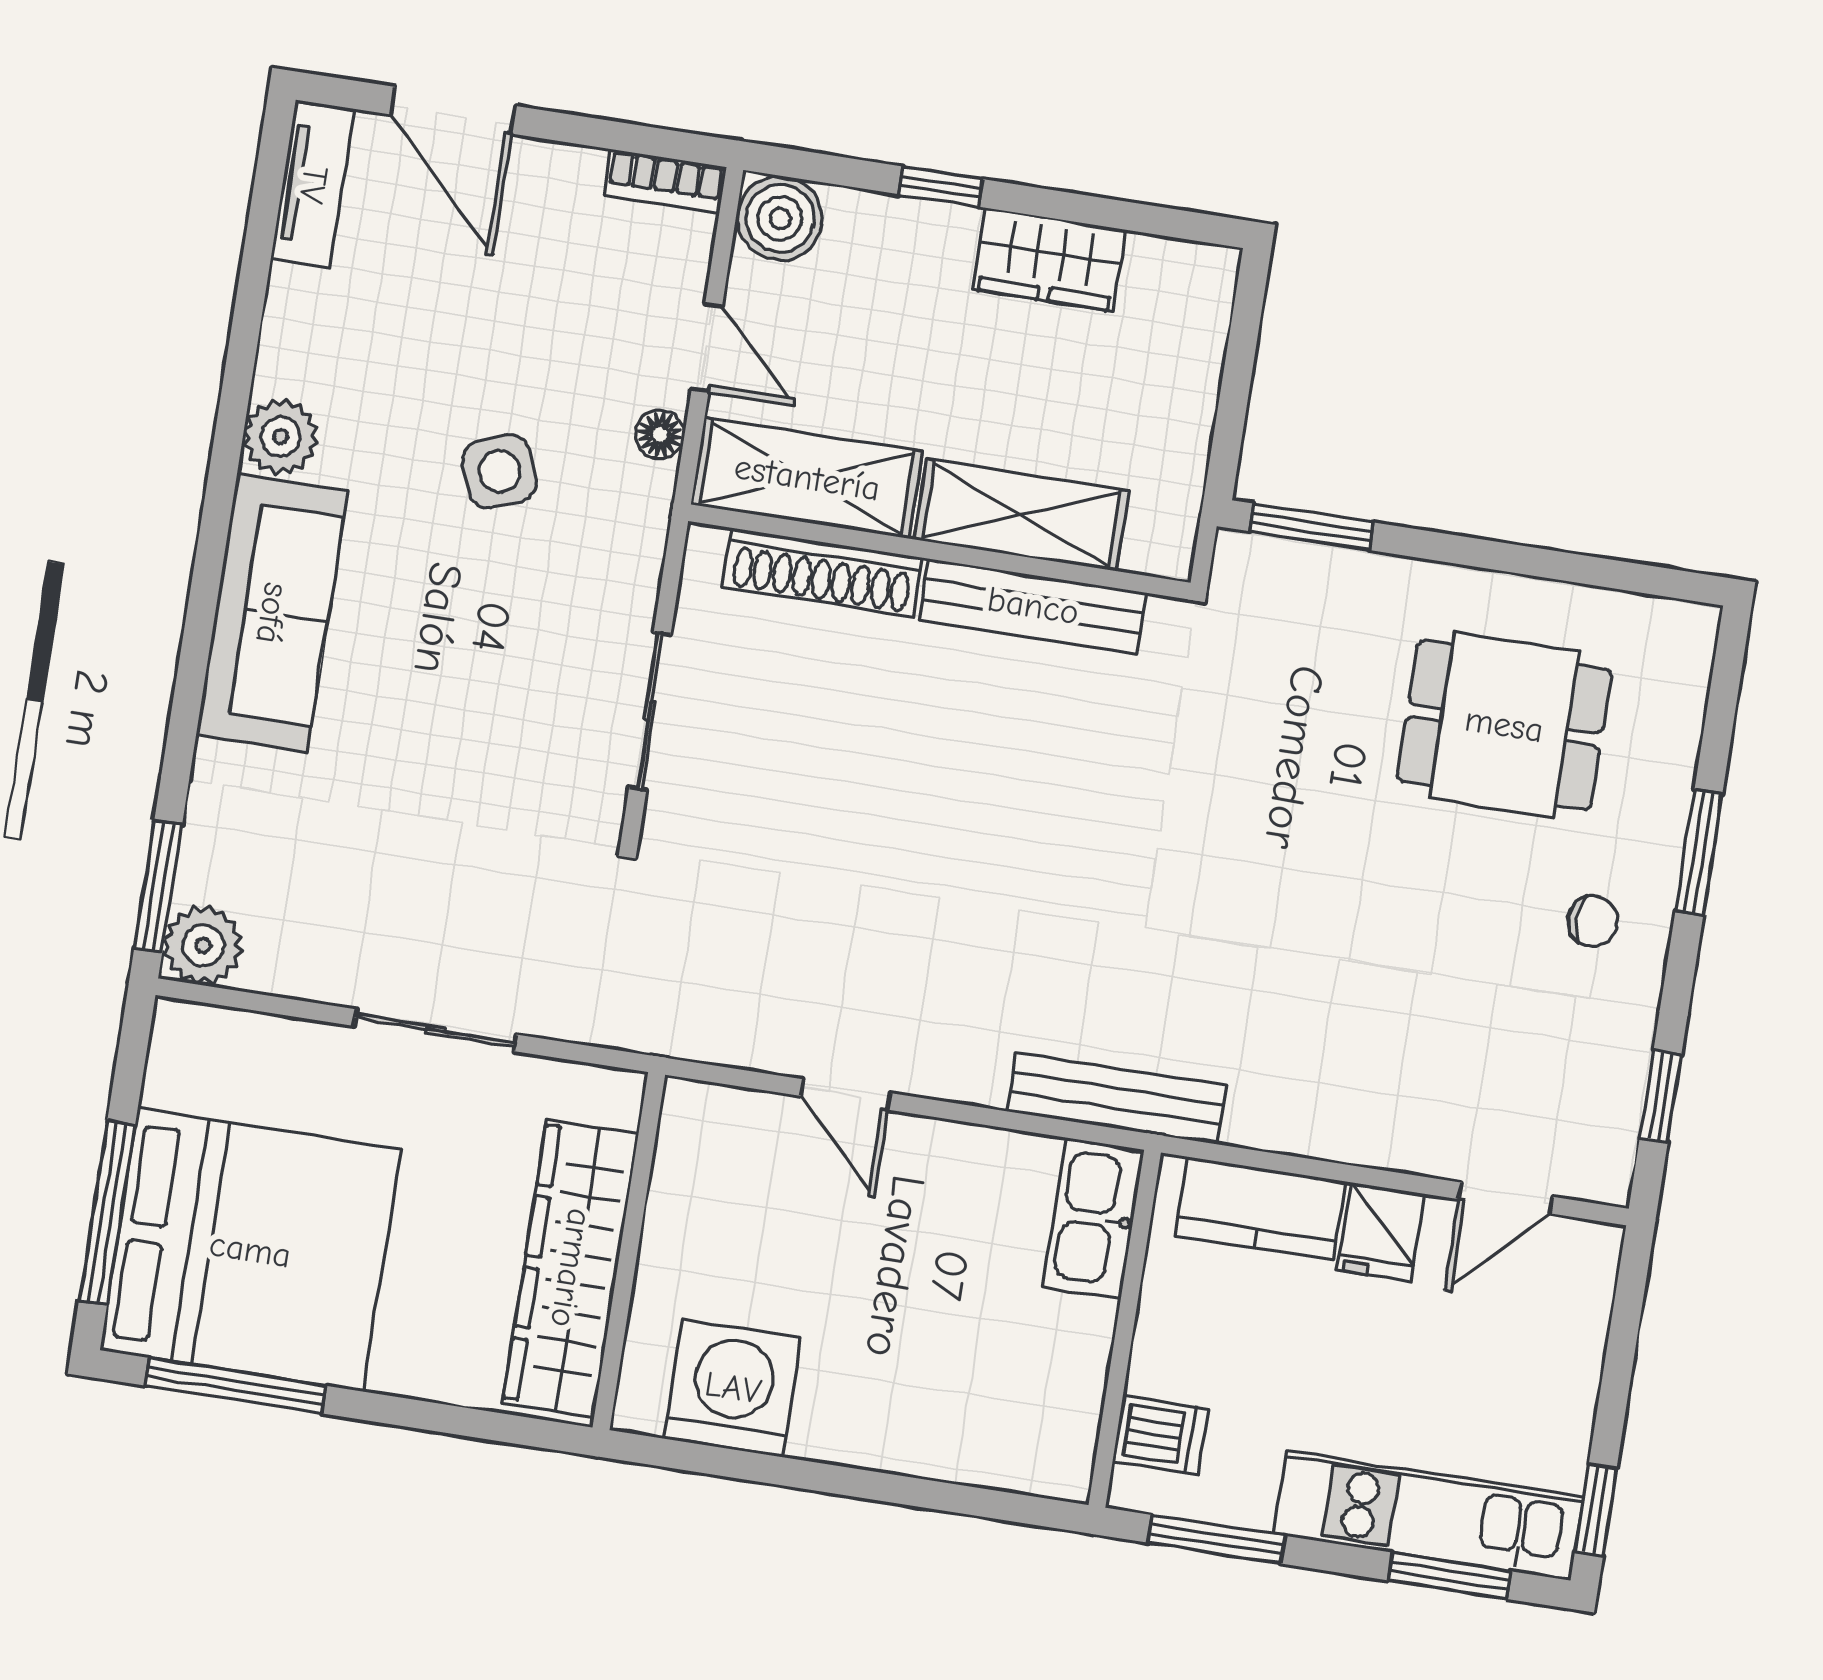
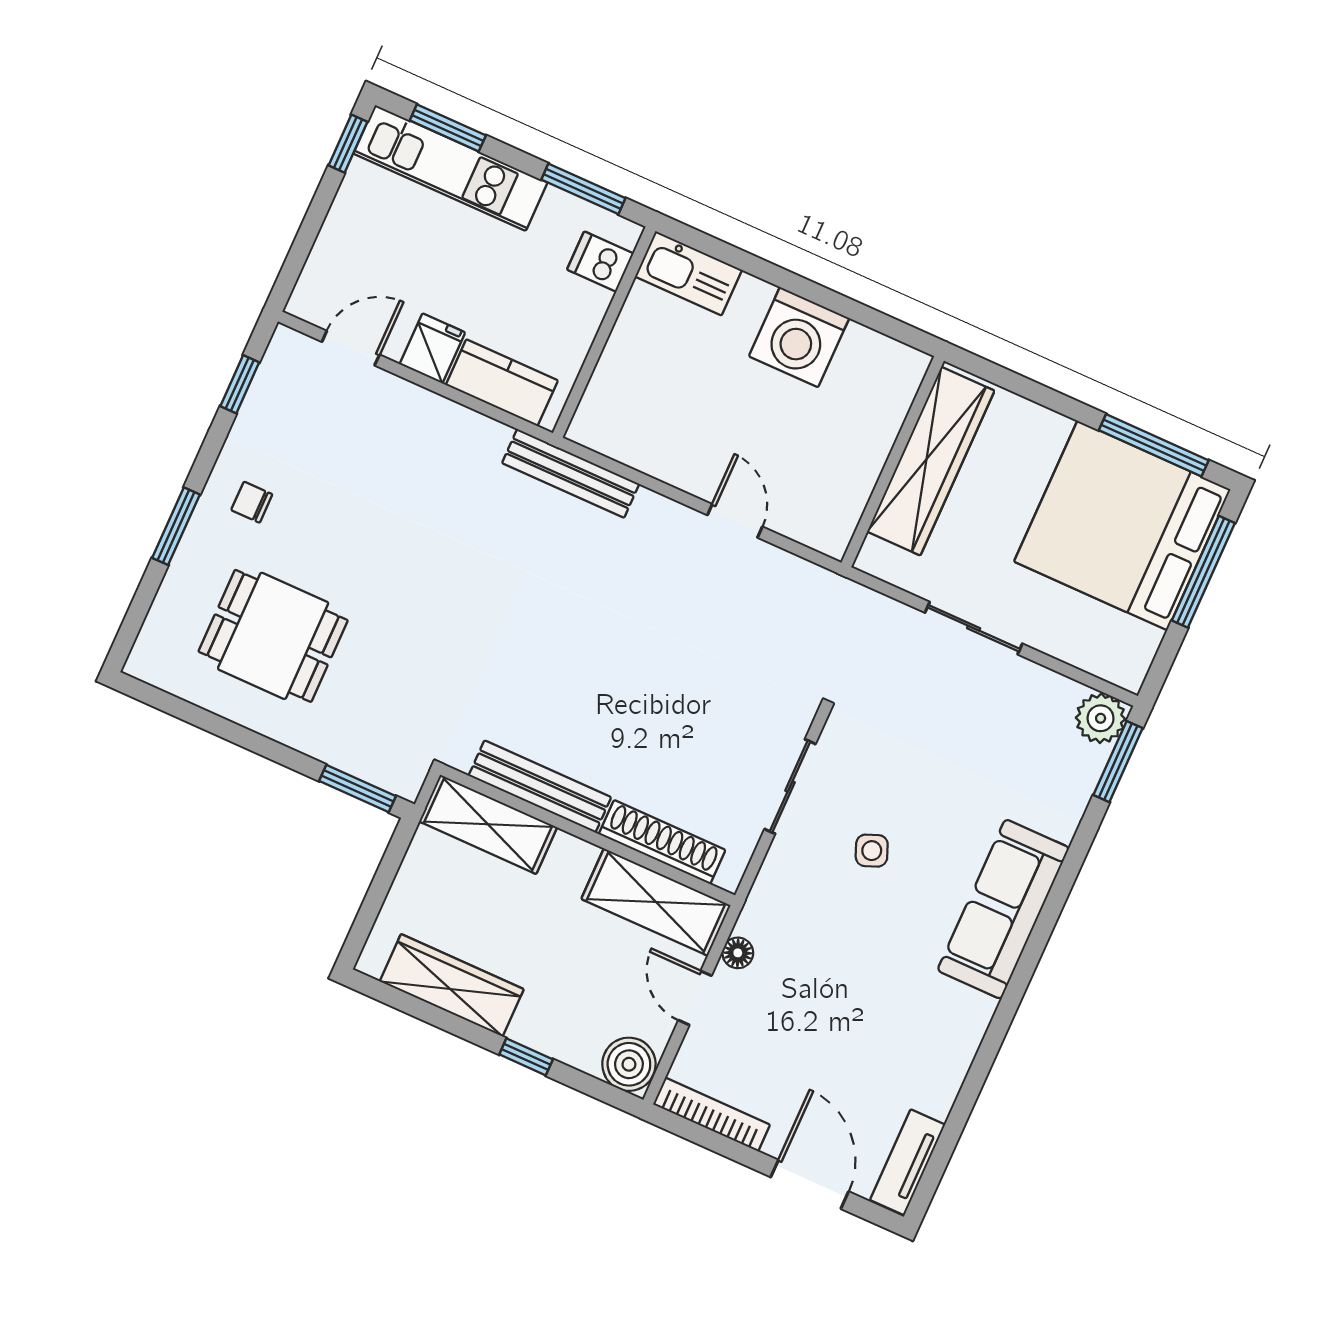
bookcase: (665, 181) -> (712, 1114), width x1.56
wardrobe: (1049, 260) -> (452, 985), width x1.50
plant: (281, 437) -> (969, 1015), removed
side table: (499, 471) -> (872, 851), moved, width x0.73, depth x0.73
shelving: (1021, 515) -> (488, 824), moved
kitchen sink: (1093, 1218) -> (689, 273), moved, turned 90
washing machine: (733, 1388) -> (799, 337), moved

